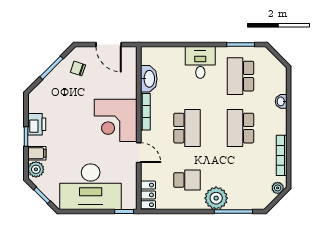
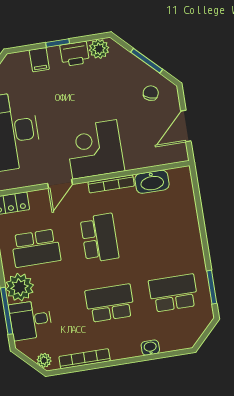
desk: (200, 62) -> (31, 320), moved, turned 180
school desk: (187, 128) -> (99, 238), turned -90
plant: (36, 169) -> (99, 49), moved
school desk: (187, 180) -> (36, 248), width x1.85

